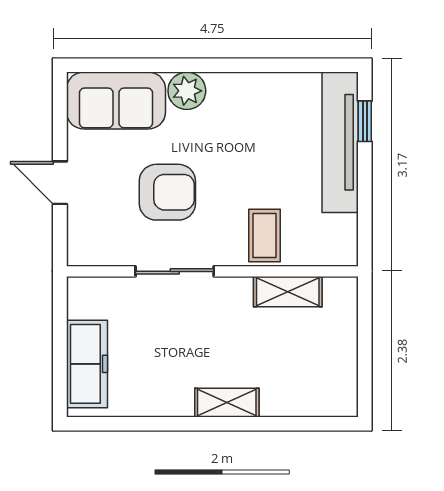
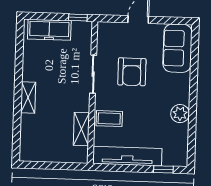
plant: (187, 91) -> (180, 114), moved
tv unit: (340, 142) -> (127, 156), moved
window: (60, 306) -> (78, 18), added

